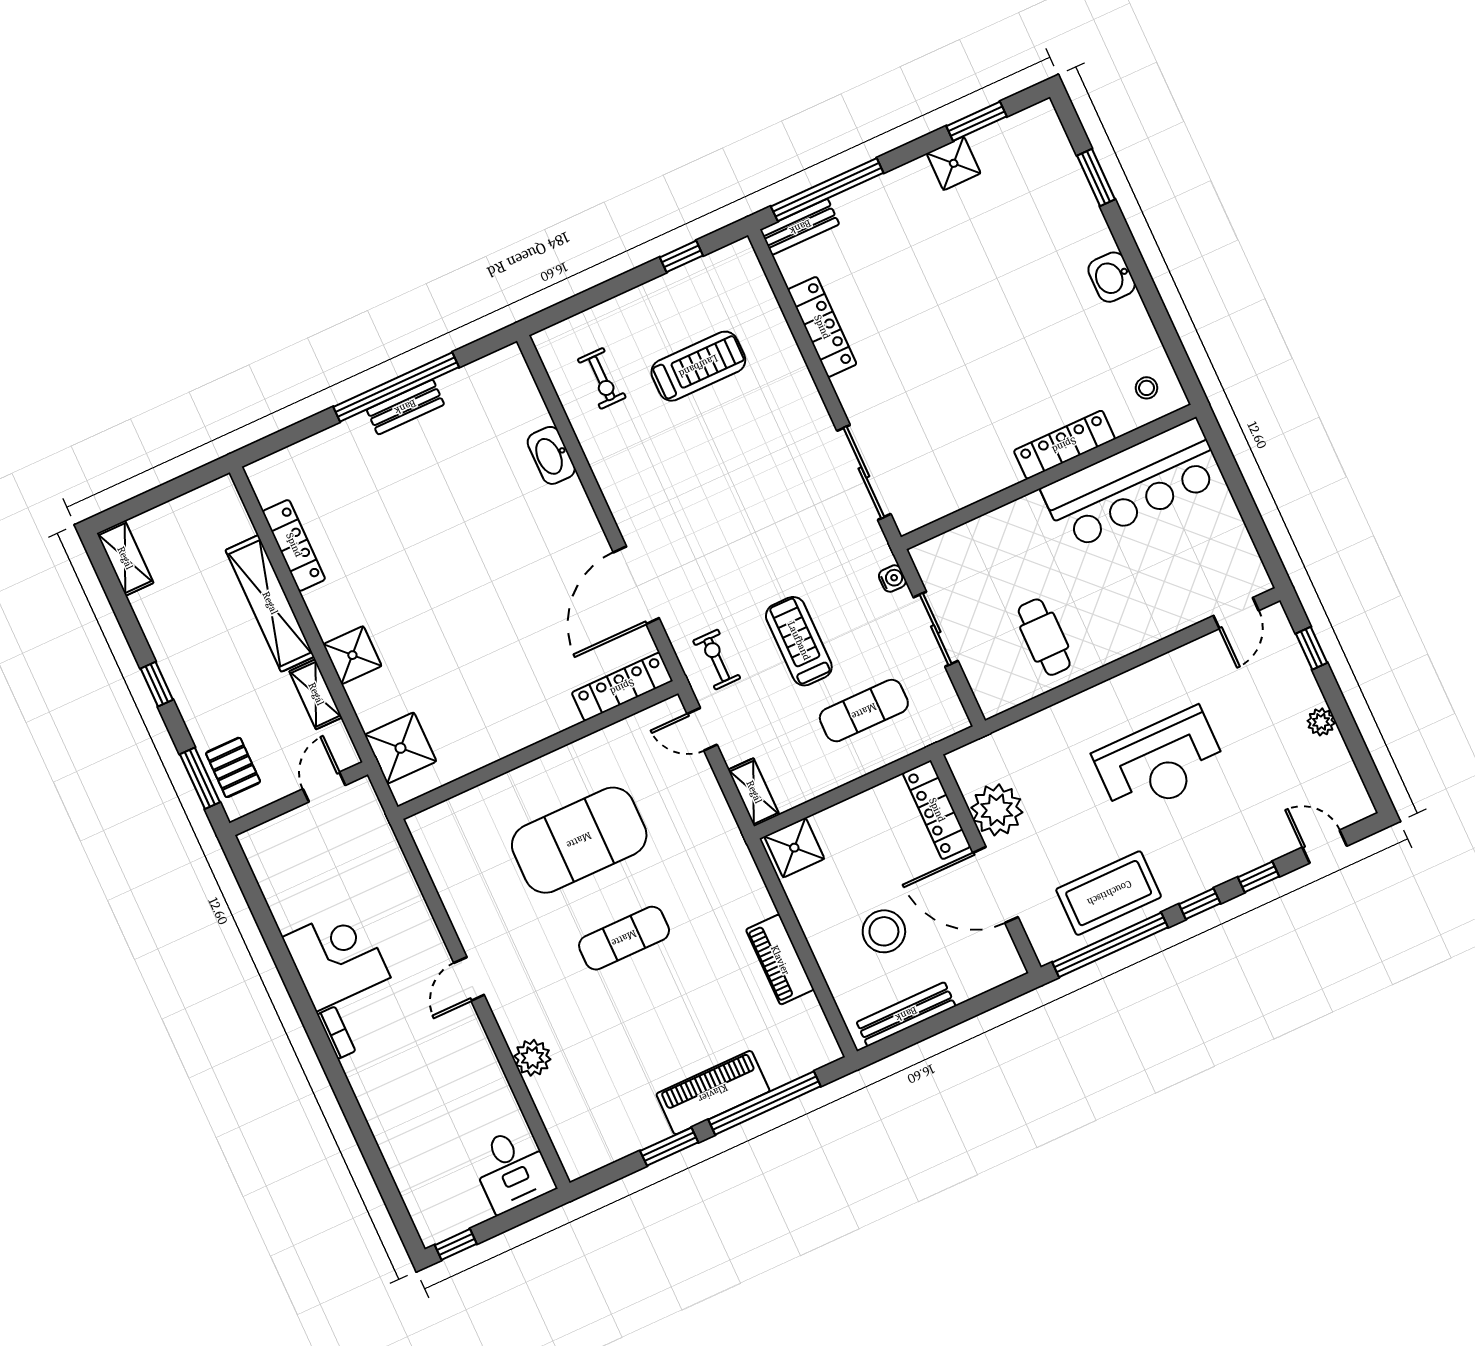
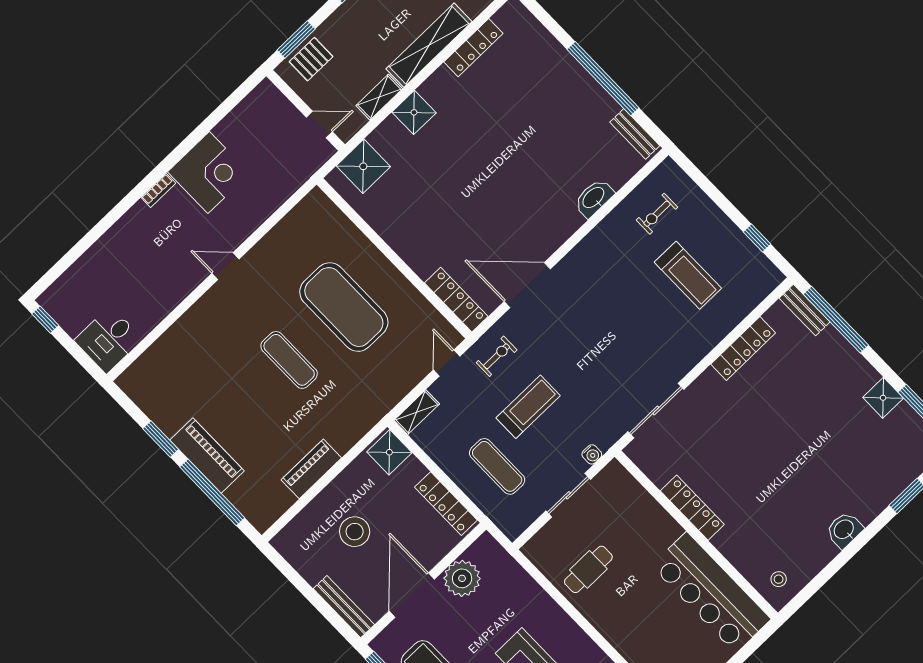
bench: (405, 407) -> (635, 134), moved
locker: (1064, 445) -> (692, 508), moved
locker: (937, 810) -> (446, 504), moved, turned -90
bench: (906, 1014) -> (344, 607), moved
plant: (532, 1058) -> (188, 327), removed

